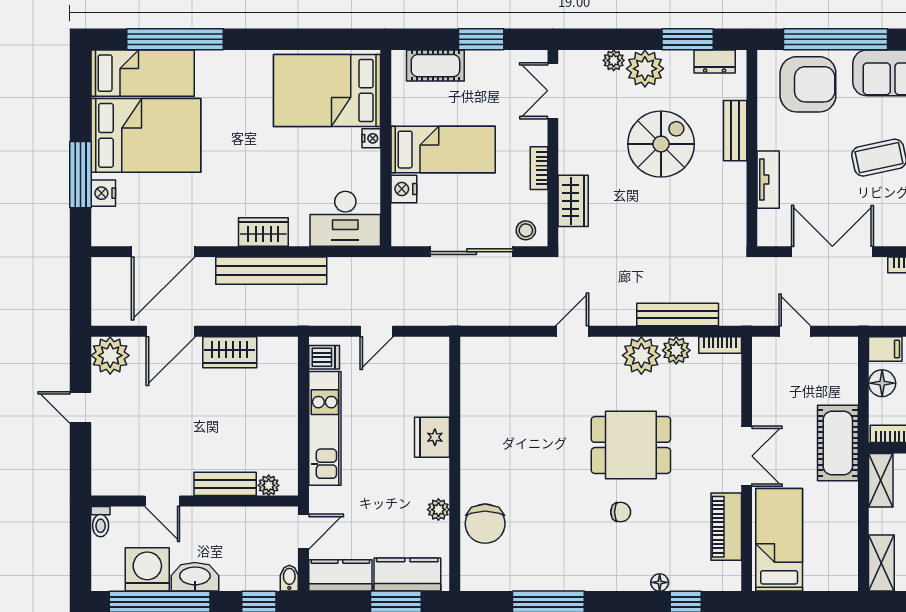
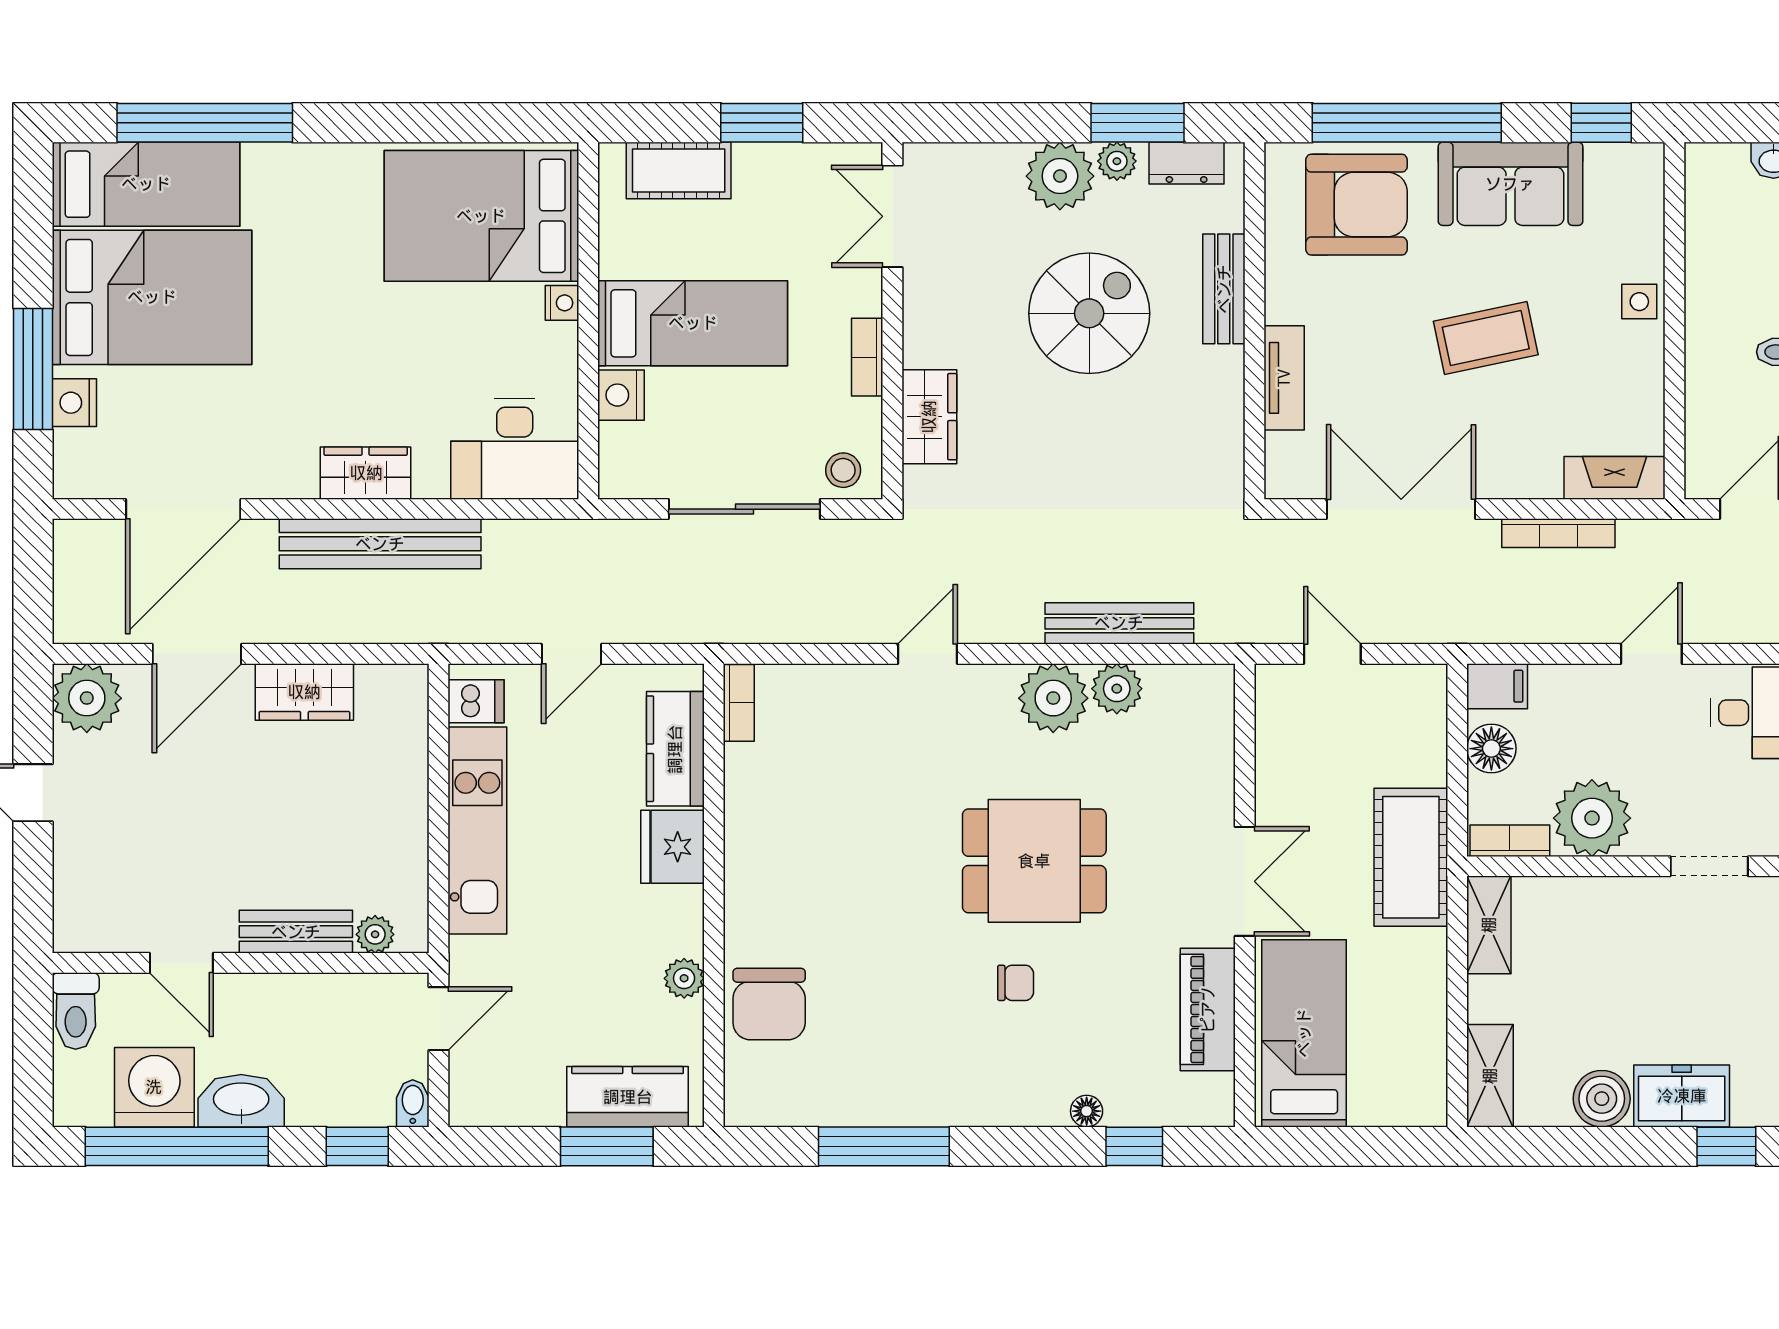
plant: (614, 60) -> (1117, 161), moved
bookcase: (720, 345) -> (739, 703), moved, turned -90
toilet: (101, 522) -> (76, 1011), width x1.37, depth x1.39
kitchen counter: (340, 575) -> (675, 749), moved, turned -90

